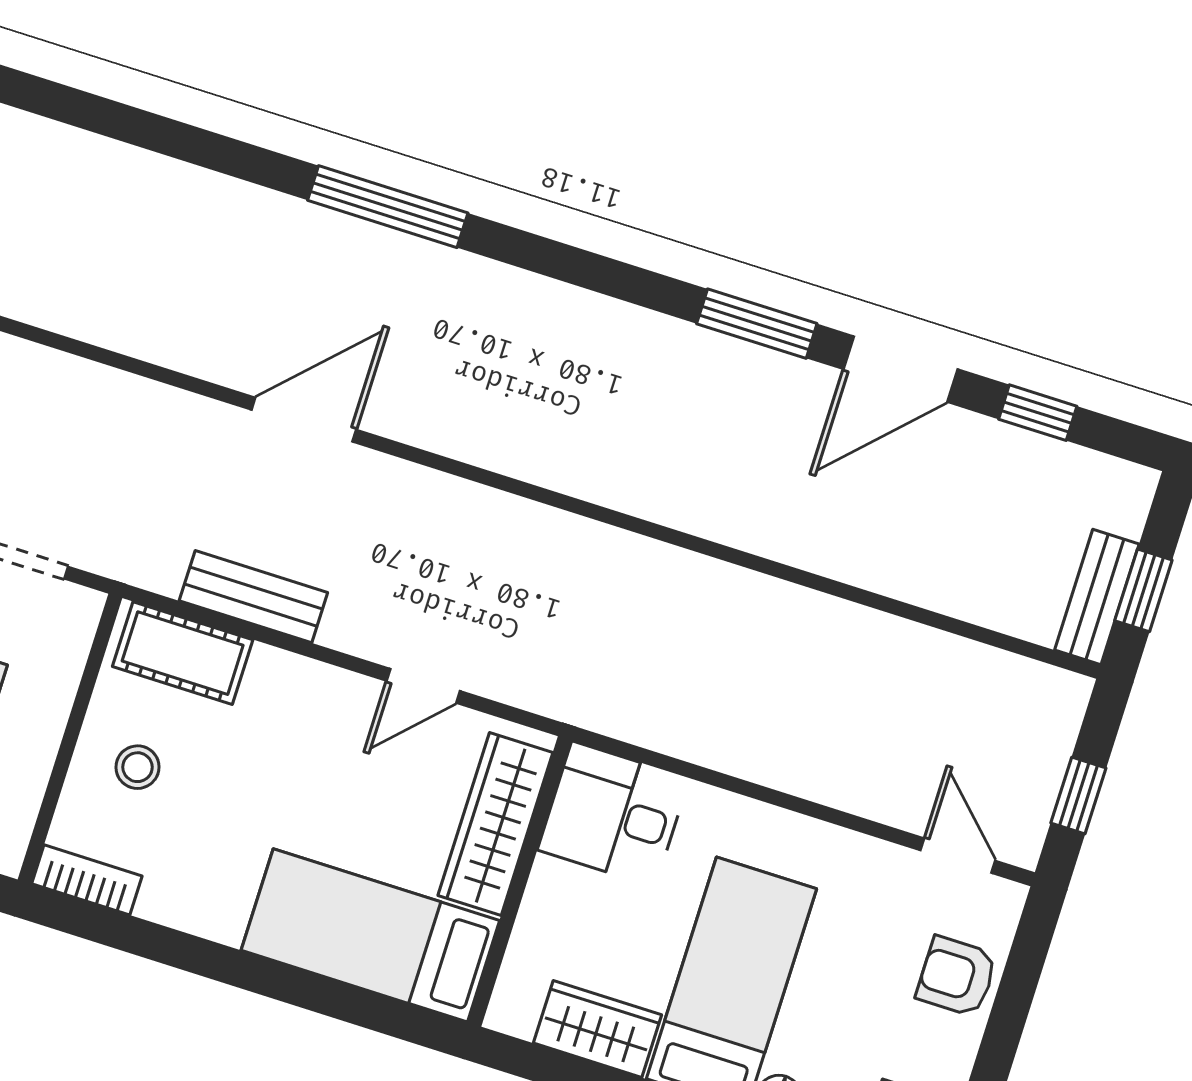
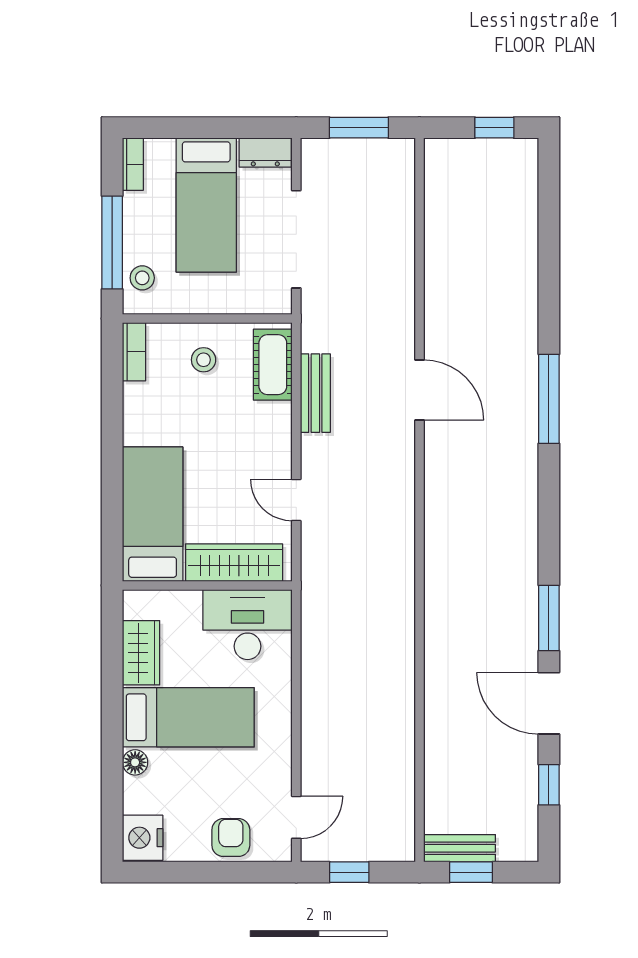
desk: (613, 814) -> (248, 625), width x1.37

